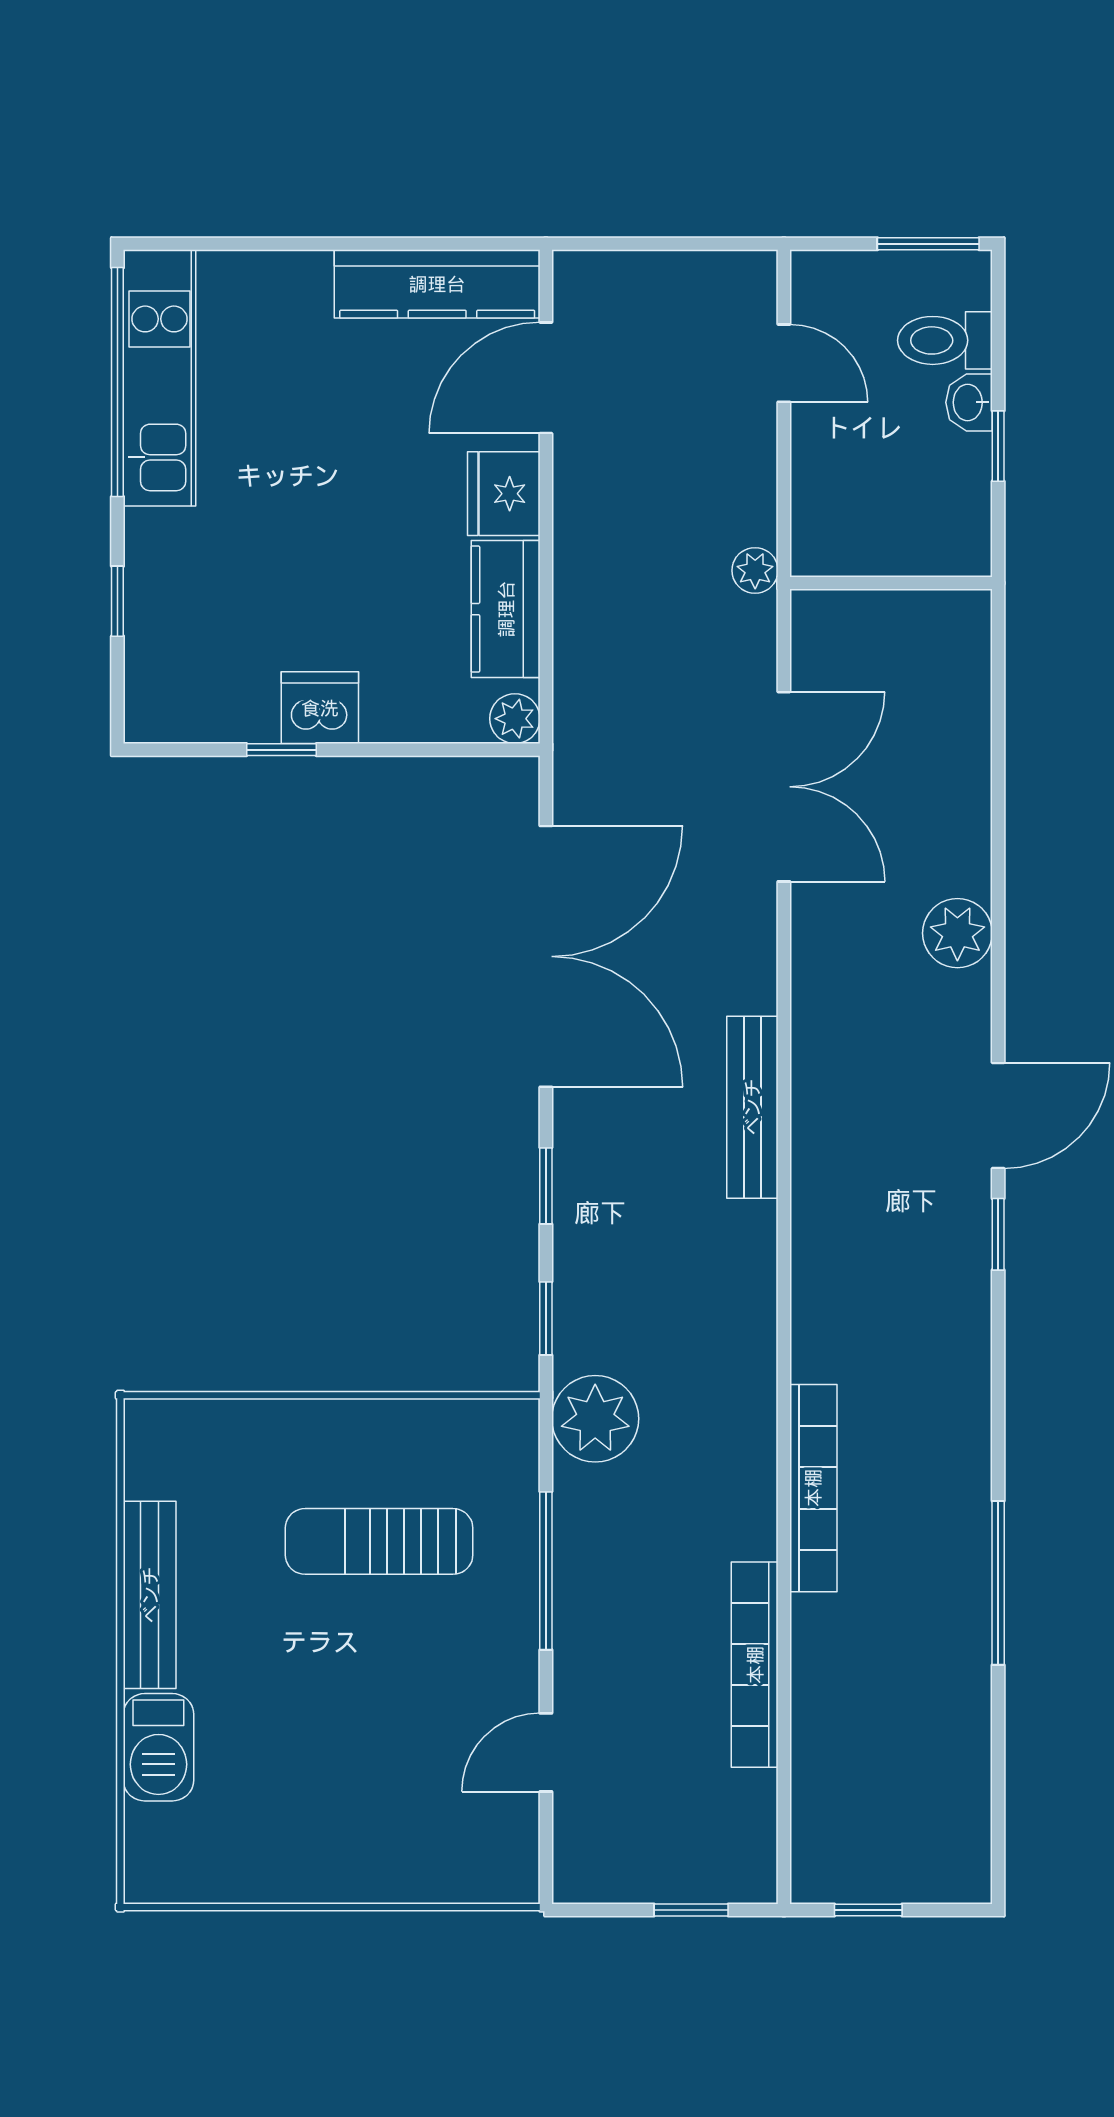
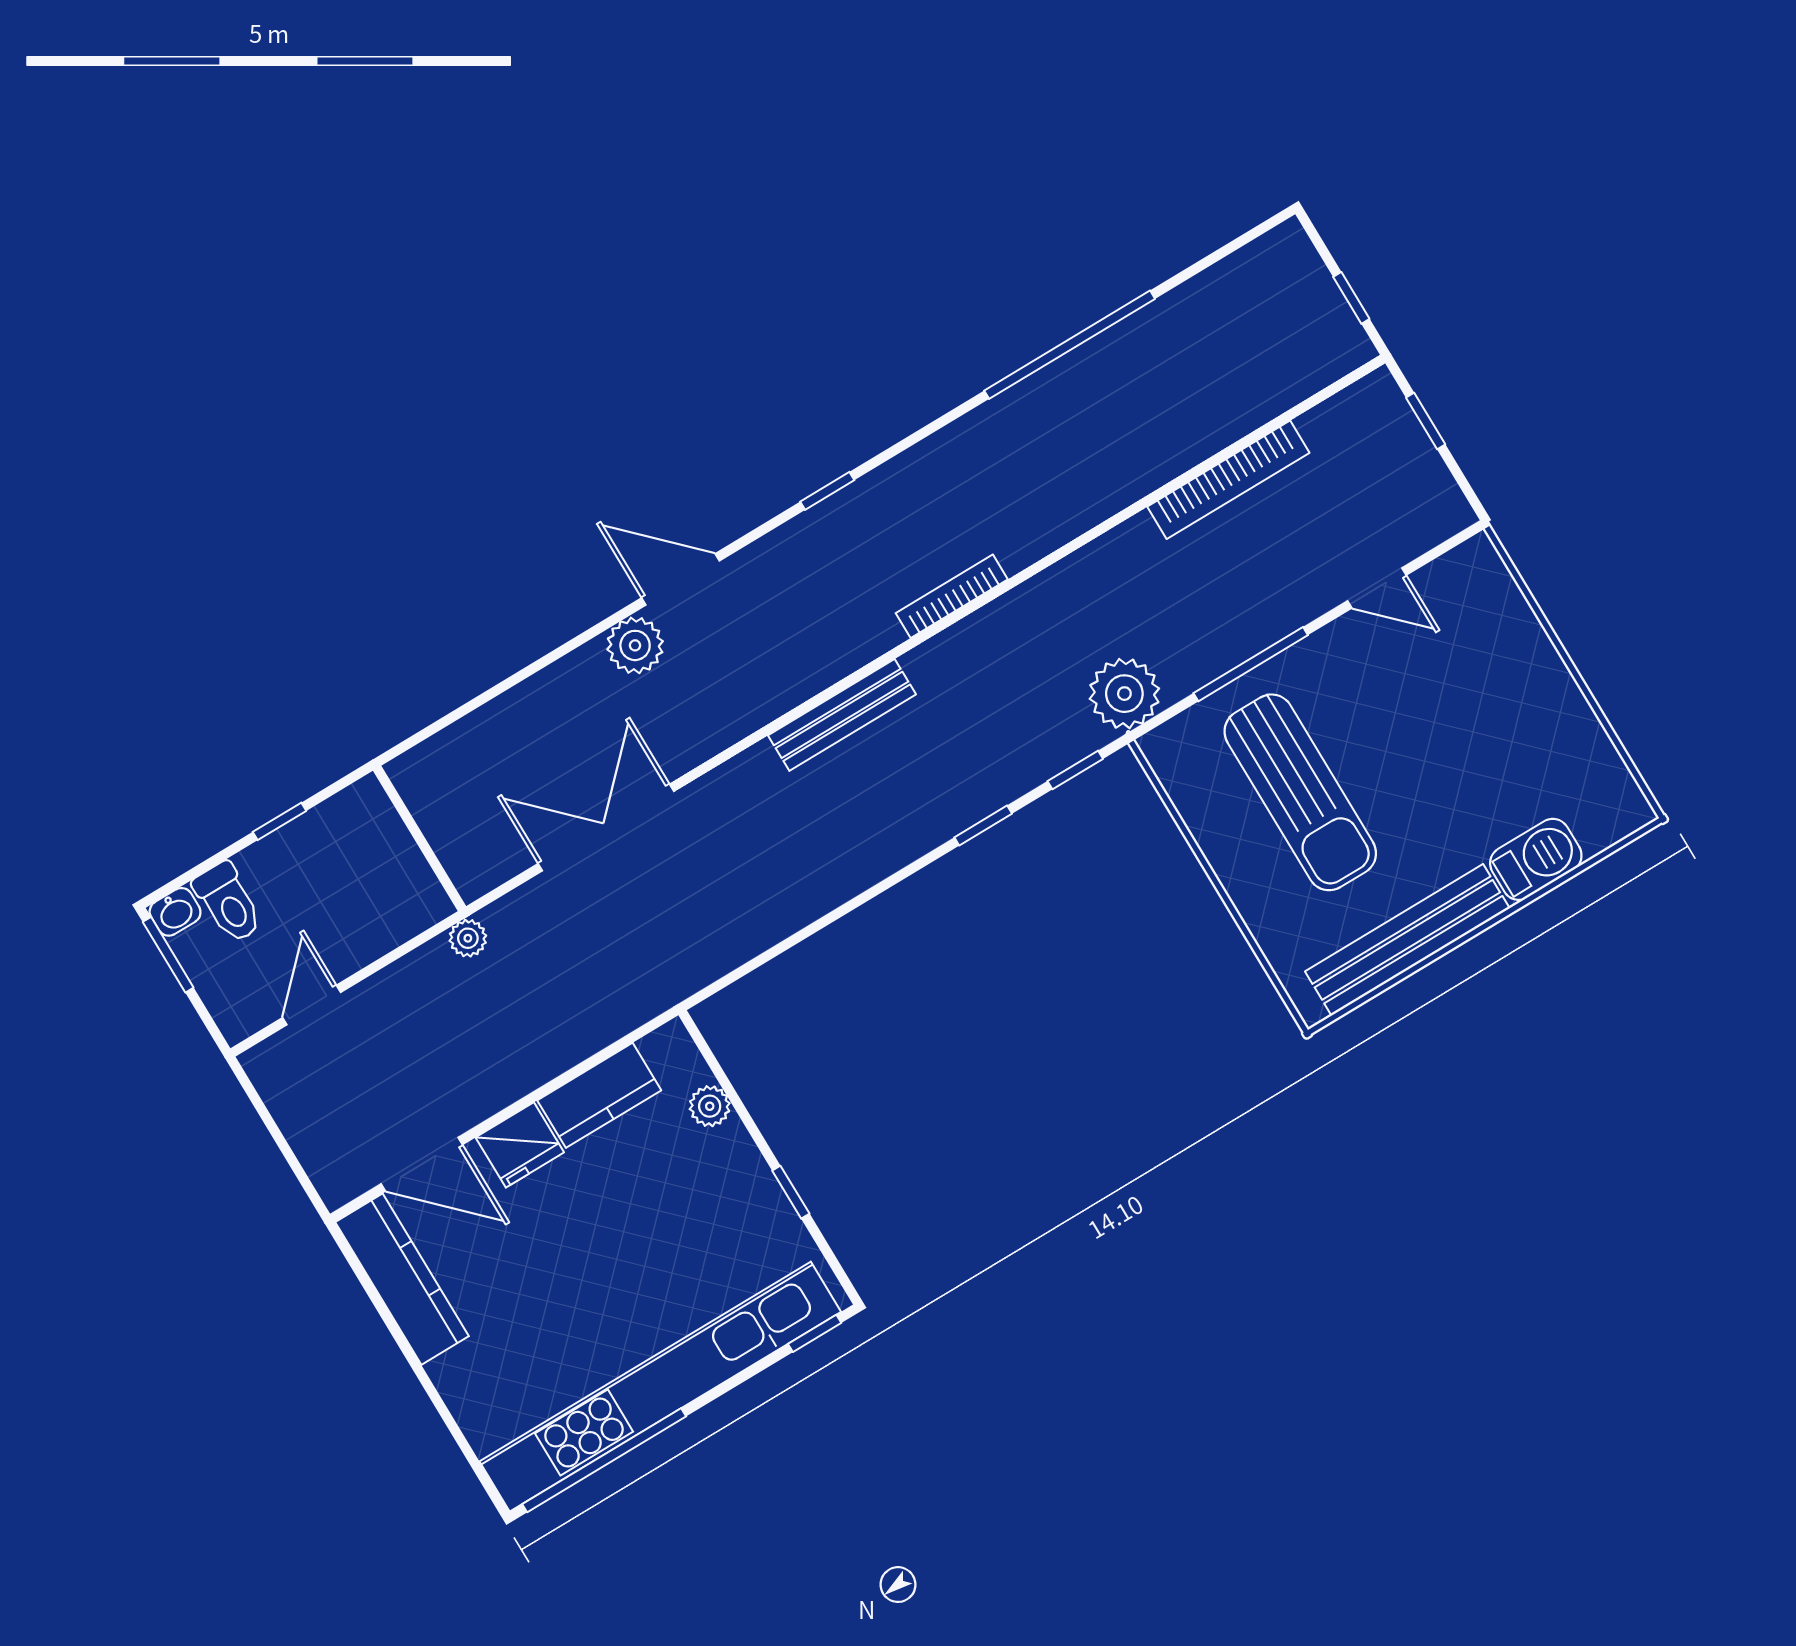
kitchen unit: (160, 378) -> (660, 1387), width x1.86
washbasin: (969, 402) -> (175, 912), moved
window: (117, 601) -> (815, 1333), moved
dishwasher: (320, 708) -> (746, 1183), removed
plant: (515, 719) -> (710, 1106), moved
double door: (546, 956) -> (824, 922), removed
door: (998, 1115) -> (681, 579), moved
bookcase: (813, 1488) -> (952, 596), moved, width x0.68, depth x0.76
sun lounger: (379, 1541) -> (1300, 792), width x1.36, depth x1.34
window: (998, 1583) -> (1070, 345), width x1.46
bench: (150, 1595) -> (1407, 940), width x1.37, depth x1.21

